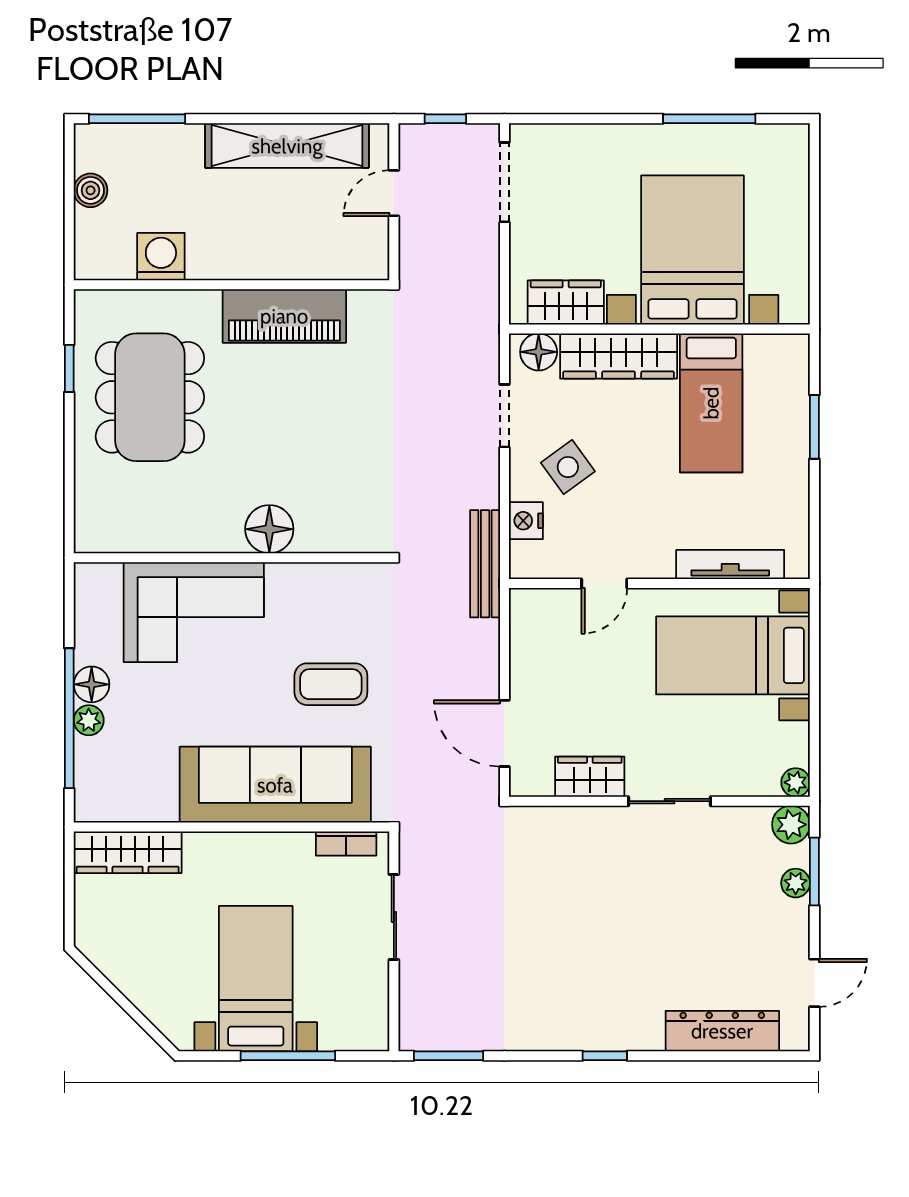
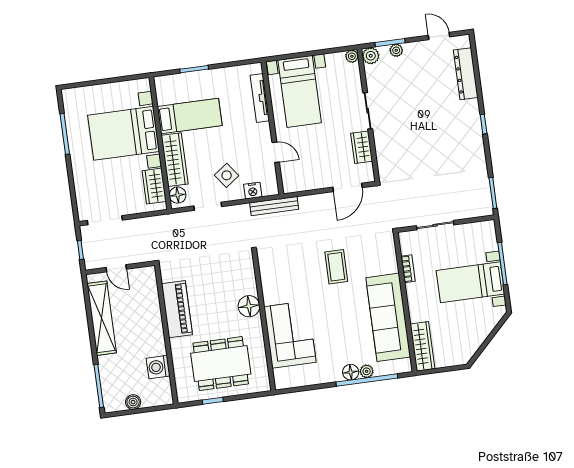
floor lamp: (269, 529) -> (249, 306), moved
wall: (232, 558) -> (264, 321), moved
corner sofa: (194, 612) -> (290, 335), moved
sofa: (275, 785) -> (388, 317), moved
bookcase: (346, 844) -> (408, 269), moved

